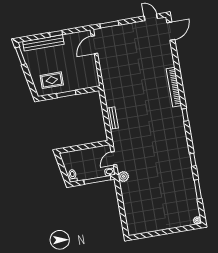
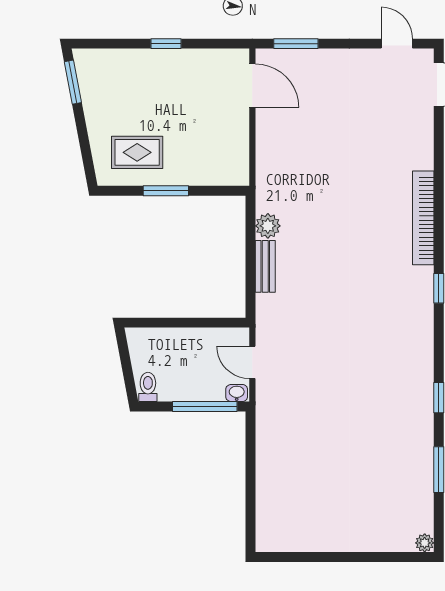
bench: (43, 43) -> (132, 61), removed
door: (94, 45) -> (252, 86), swing flipped
door: (114, 158) -> (252, 362), hinge flipped
plant: (123, 176) -> (268, 226), moved

